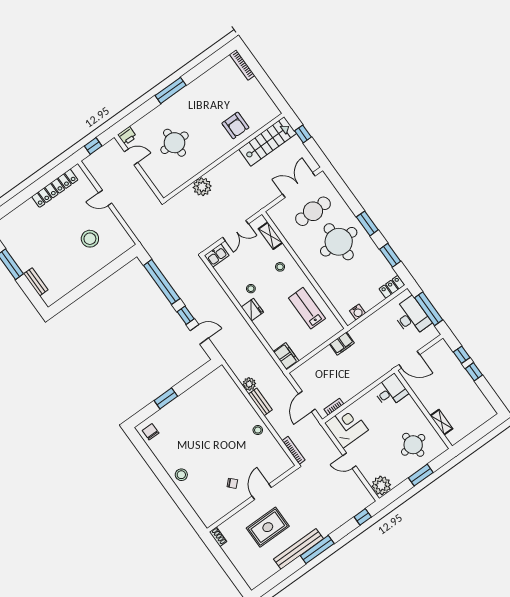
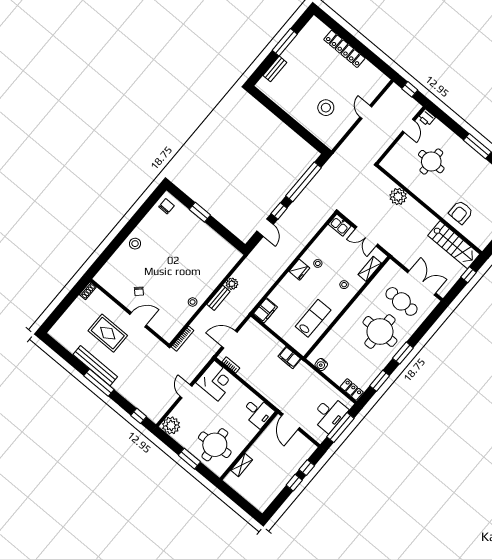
locker: (55, 188) -> (344, 49), moved
round table: (413, 445) -> (215, 445), width x1.36, depth x1.36

